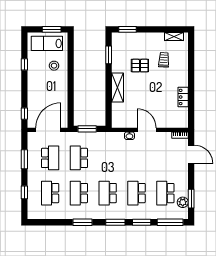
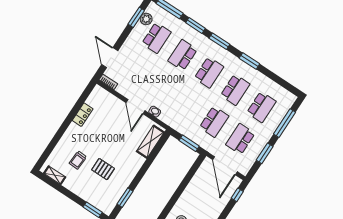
shelving: (118, 88) -> (150, 142), moved
door: (48, 130) -> (225, 166), hinge flipped
window: (24, 192) -> (284, 123), width x2.17
school desk: (137, 193) -> (183, 55), turned 180

